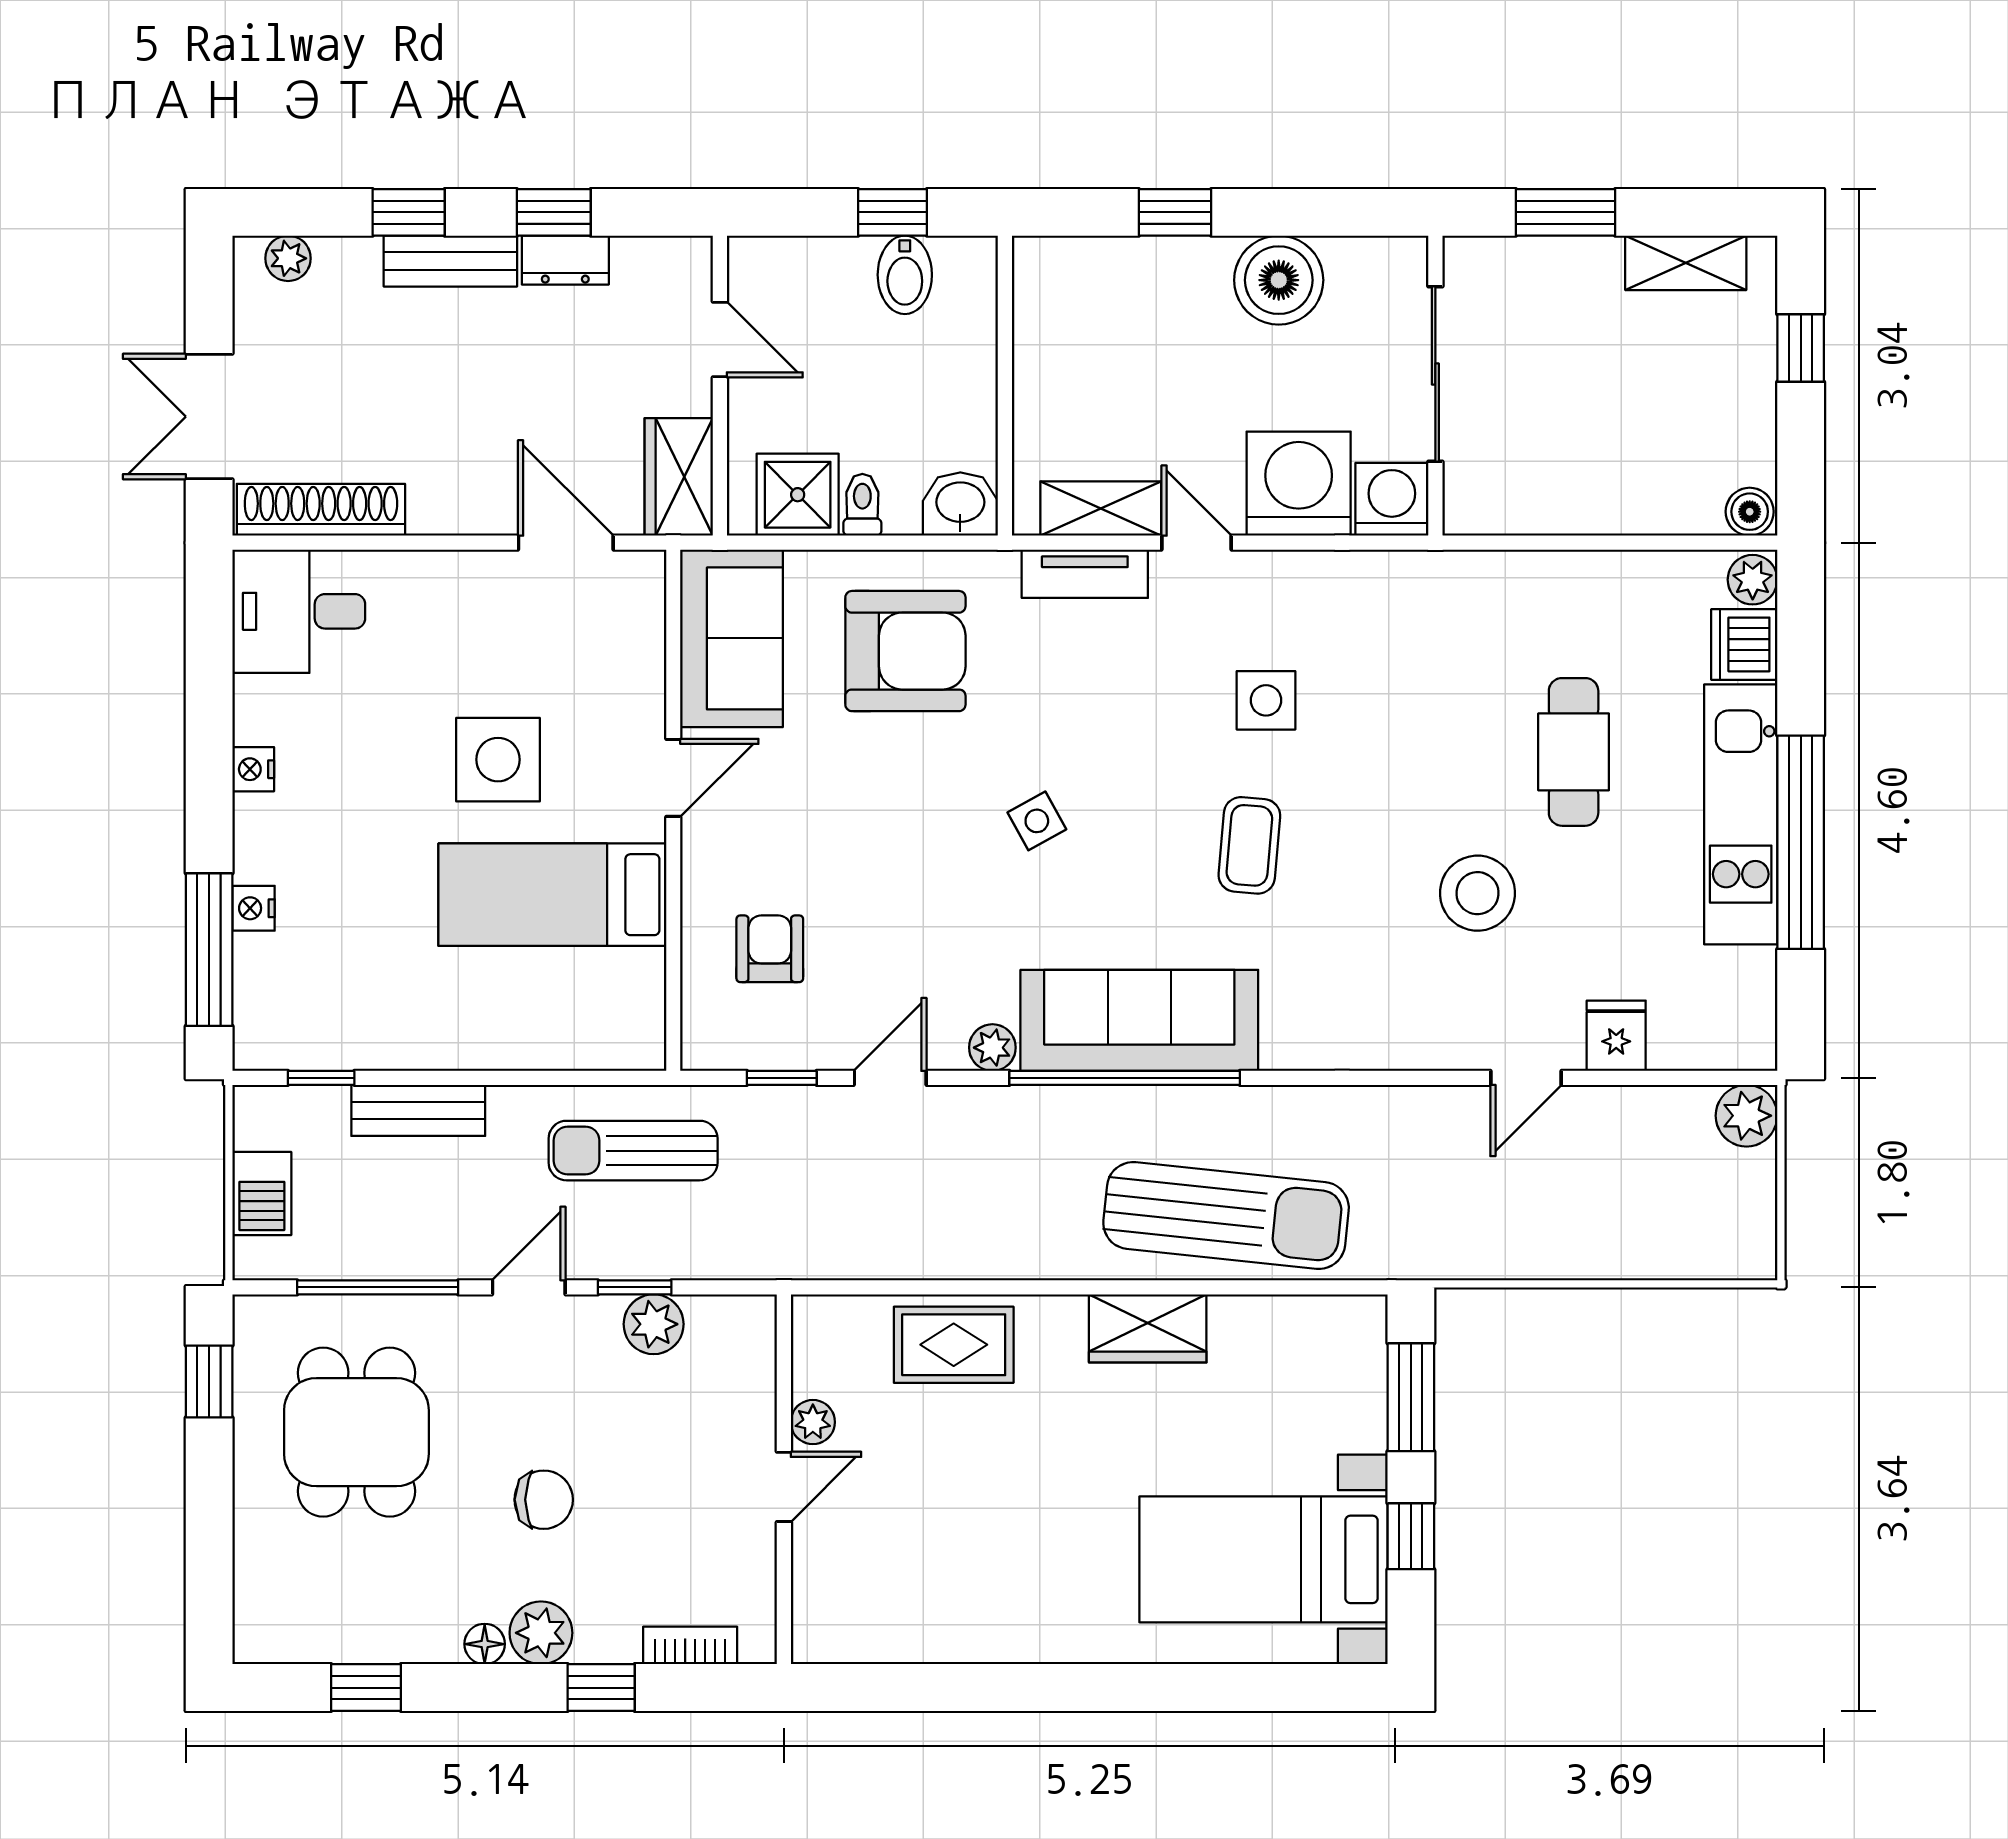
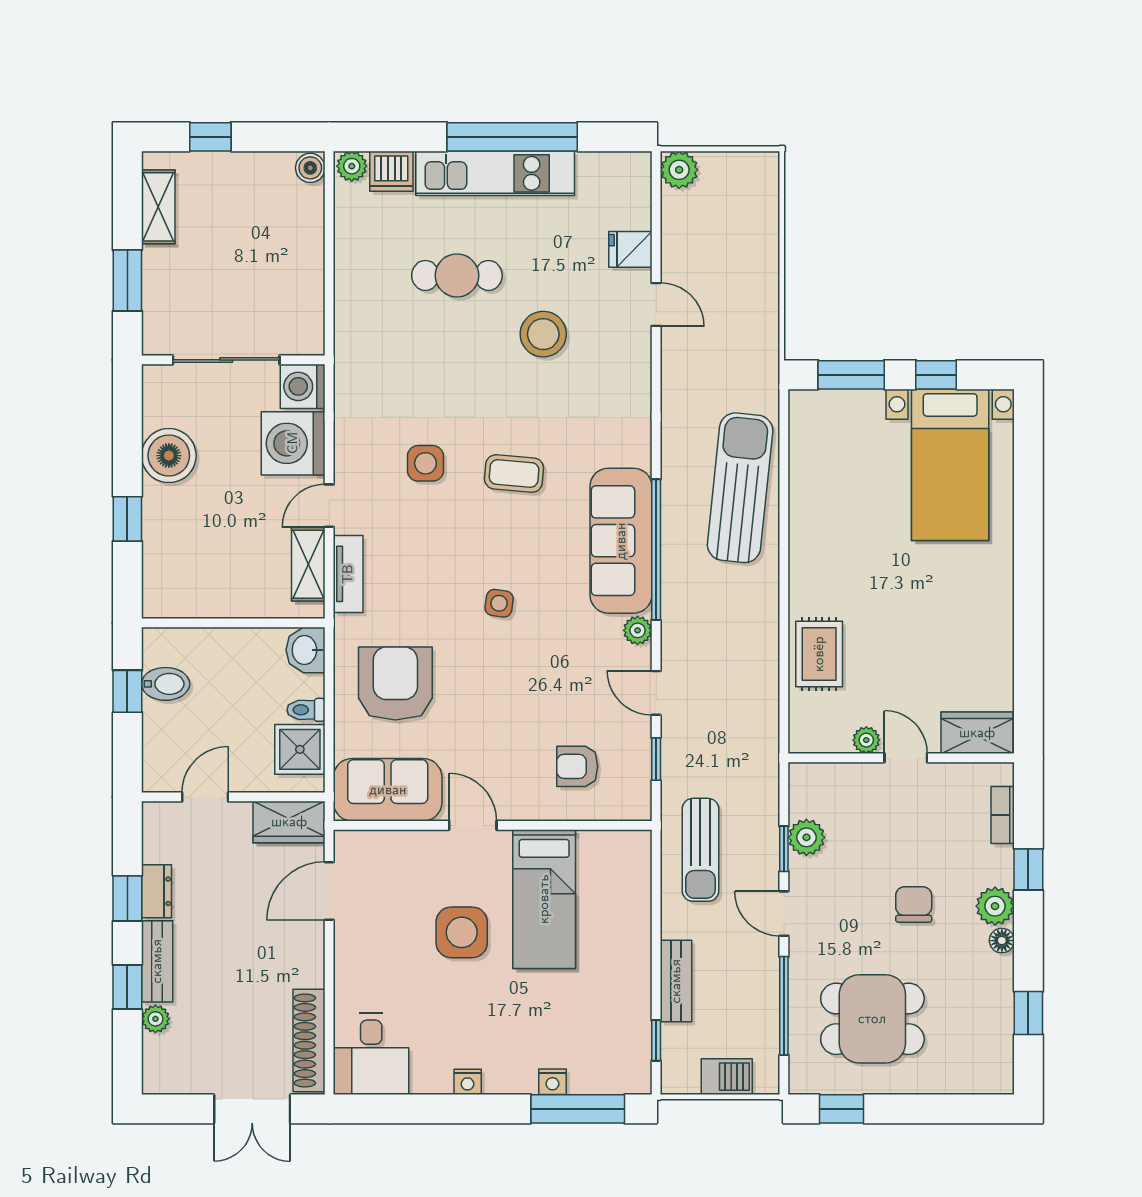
plant: (288, 258) -> (155, 1019), moved
side table: (1037, 821) -> (499, 603), turned 37
wardrobe: (1148, 1328) -> (977, 733), moved, turned -90

